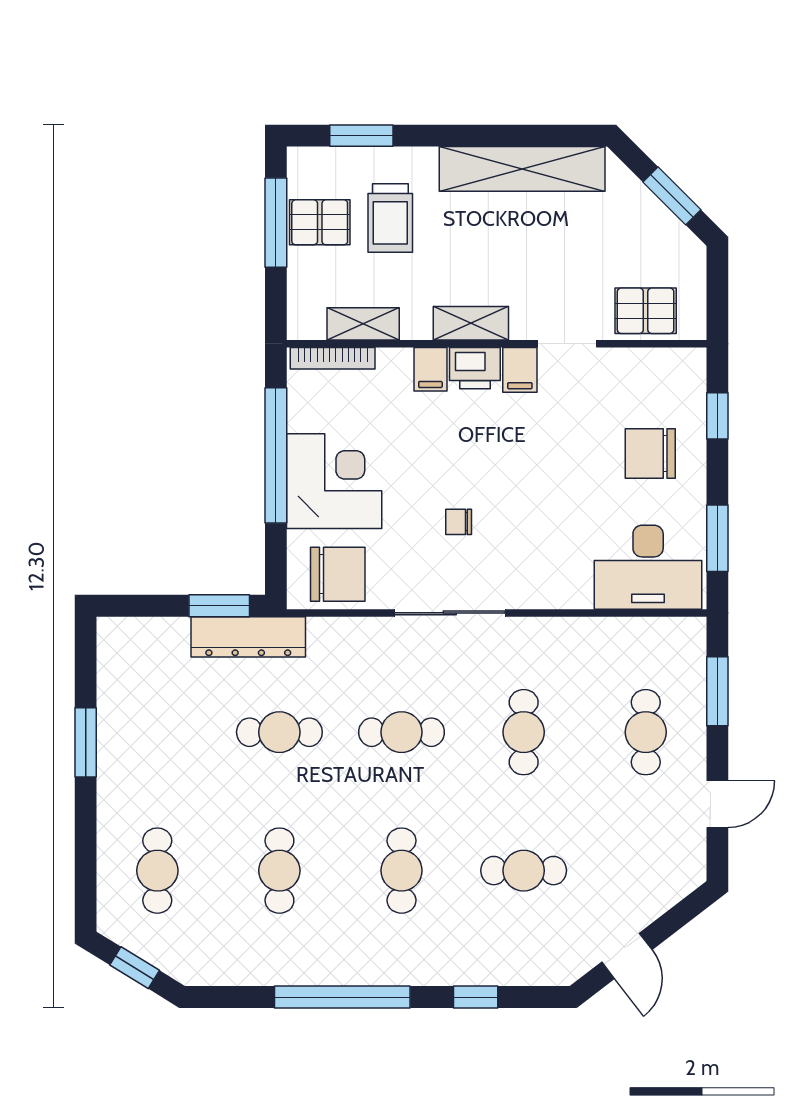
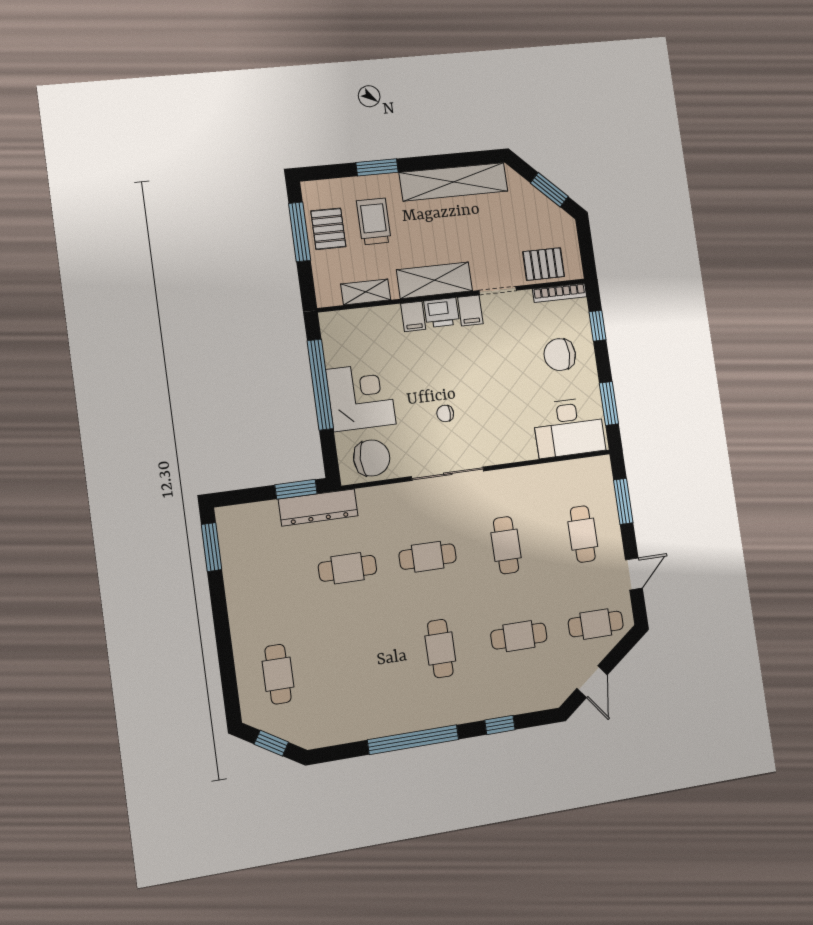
window: (361, 136) -> (377, 167), moved
trolley: (390, 218) -> (374, 221), turned 180
pallet: (320, 222) -> (328, 229), turned 90
shelving: (471, 323) -> (434, 280), width x1.50, depth x1.33
bookcase: (333, 358) -> (560, 293), moved
window: (86, 742) -> (212, 547), moved
cafe table: (279, 871) -> (596, 624), moved, turned 90

